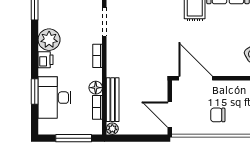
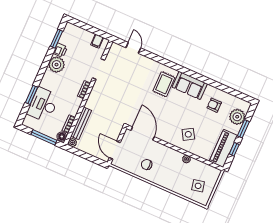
printer: (46, 60) -> (60, 50), moved
floor lamp: (96, 88) -> (62, 137), moved

